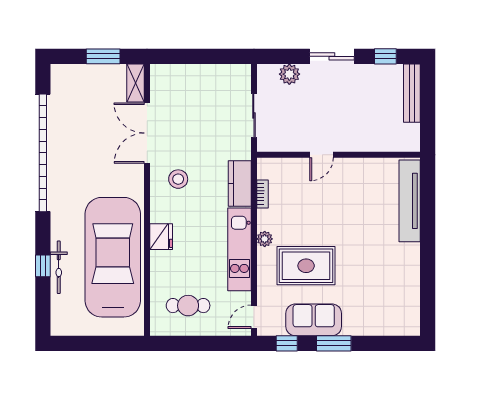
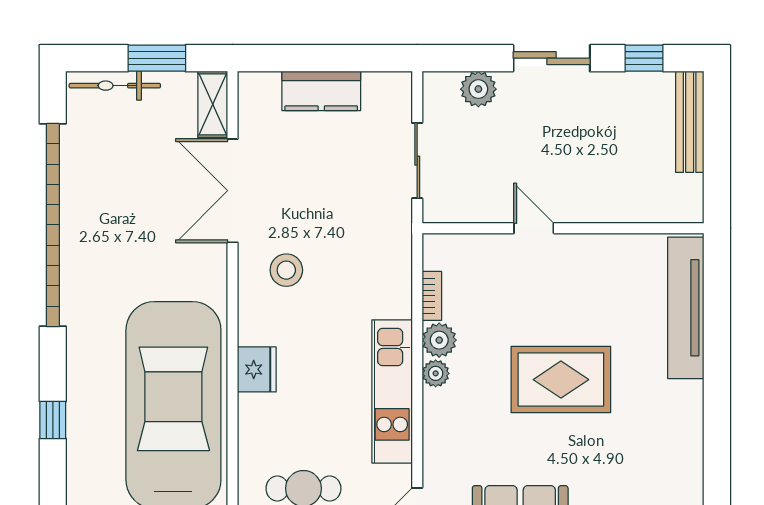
door: (322, 155) -> (534, 228), swing flipped
kitchen counter: (240, 184) -> (321, 91), moved, turned -90
plant: (267, 220) -> (439, 340), added
rug: (306, 266) -> (561, 380), moved
bicycle: (59, 267) -> (115, 86), moved, turned 90

